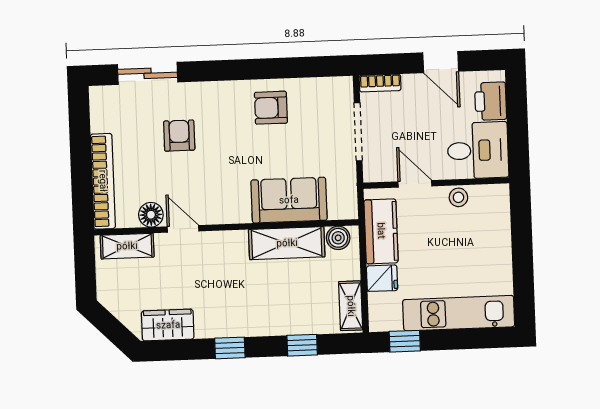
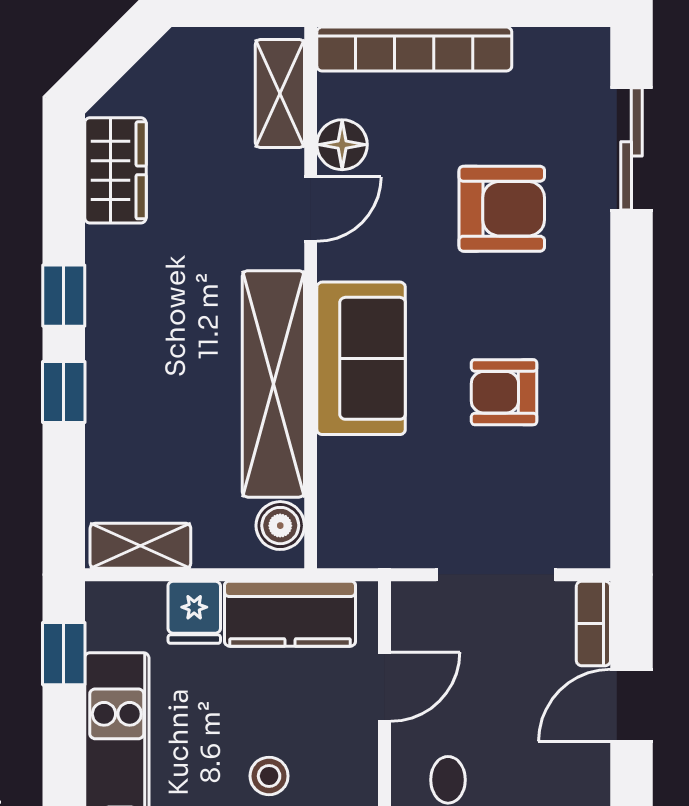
door: (441, 62) -> (631, 705), moved
armchair: (271, 108) -> (504, 392), moved, turned -90
armchair: (179, 136) -> (502, 209), width x1.38, depth x1.38
stool: (458, 197) -> (269, 776), moved
sofa: (289, 200) -> (361, 358), moved
shelving: (287, 243) -> (273, 384), width x1.47
window: (302, 345) -> (64, 392), moved

